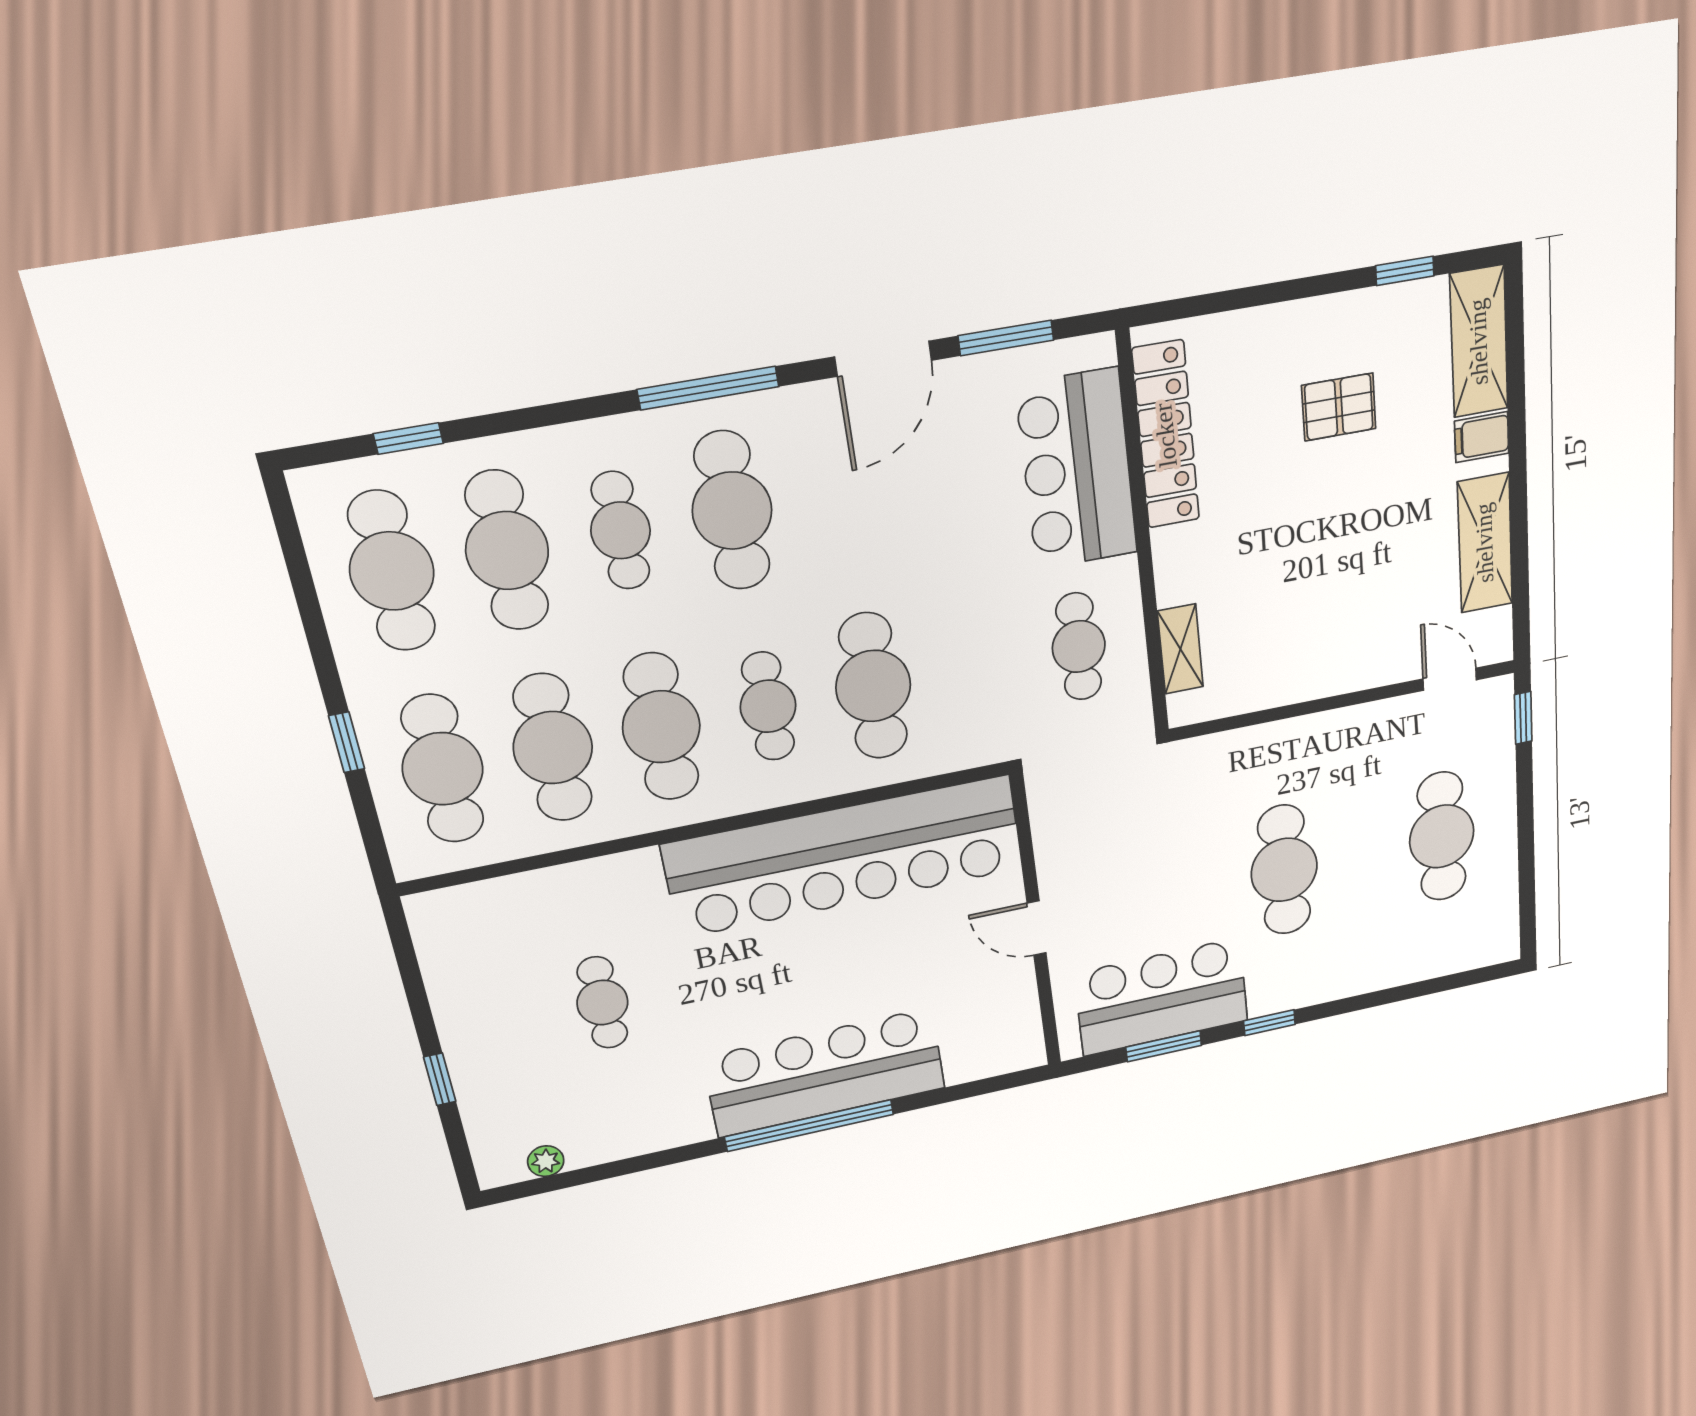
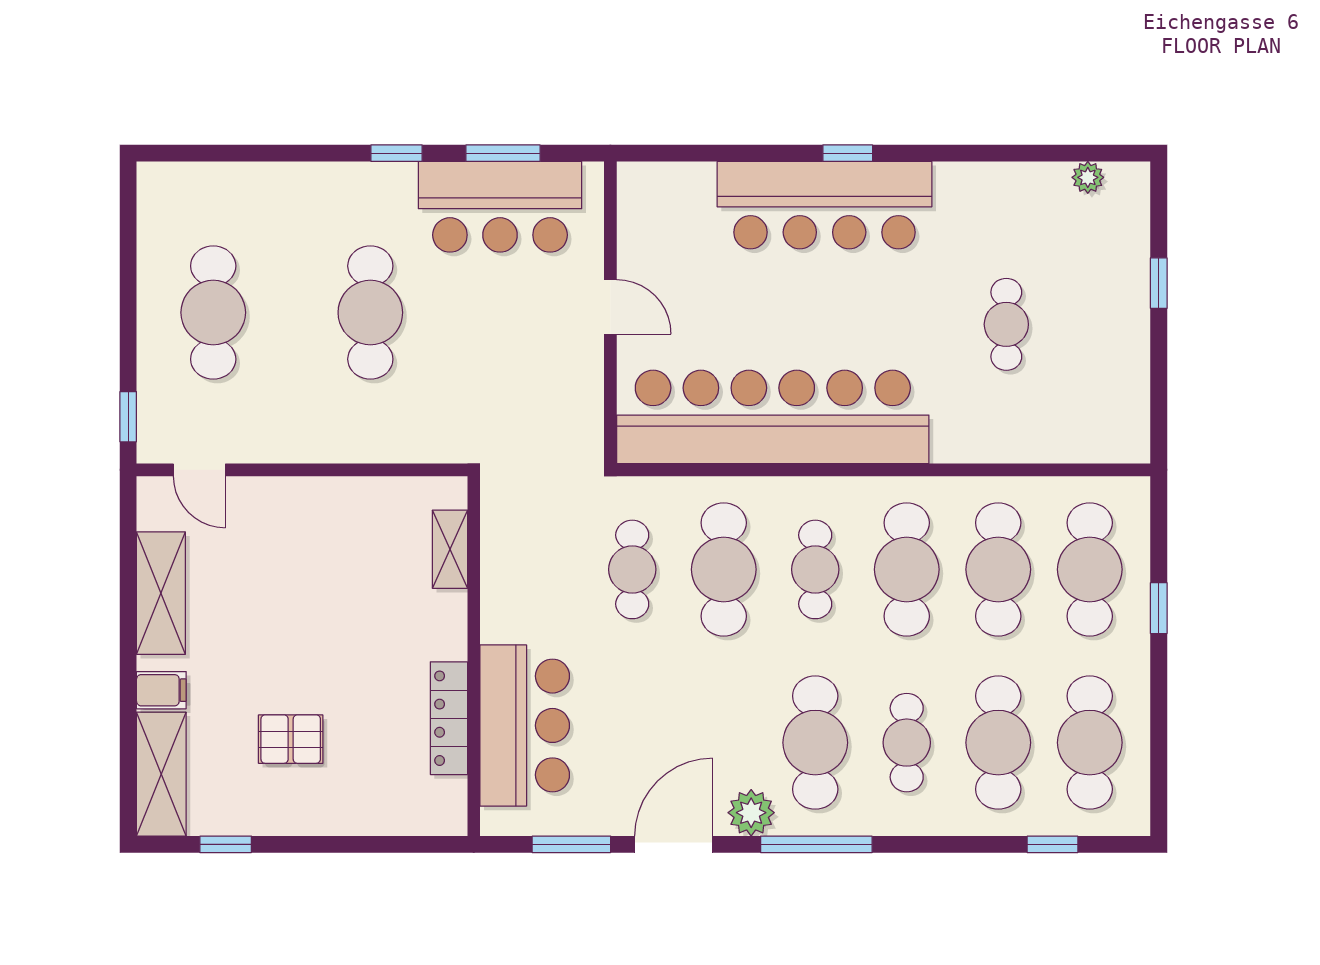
plant: (795, 413) -> (751, 813), added
locker: (1166, 435) -> (449, 718), width x0.71, depth x0.83
cafe table: (1079, 647) -> (632, 569), moved
window: (809, 1126) -> (848, 153), width x0.32

